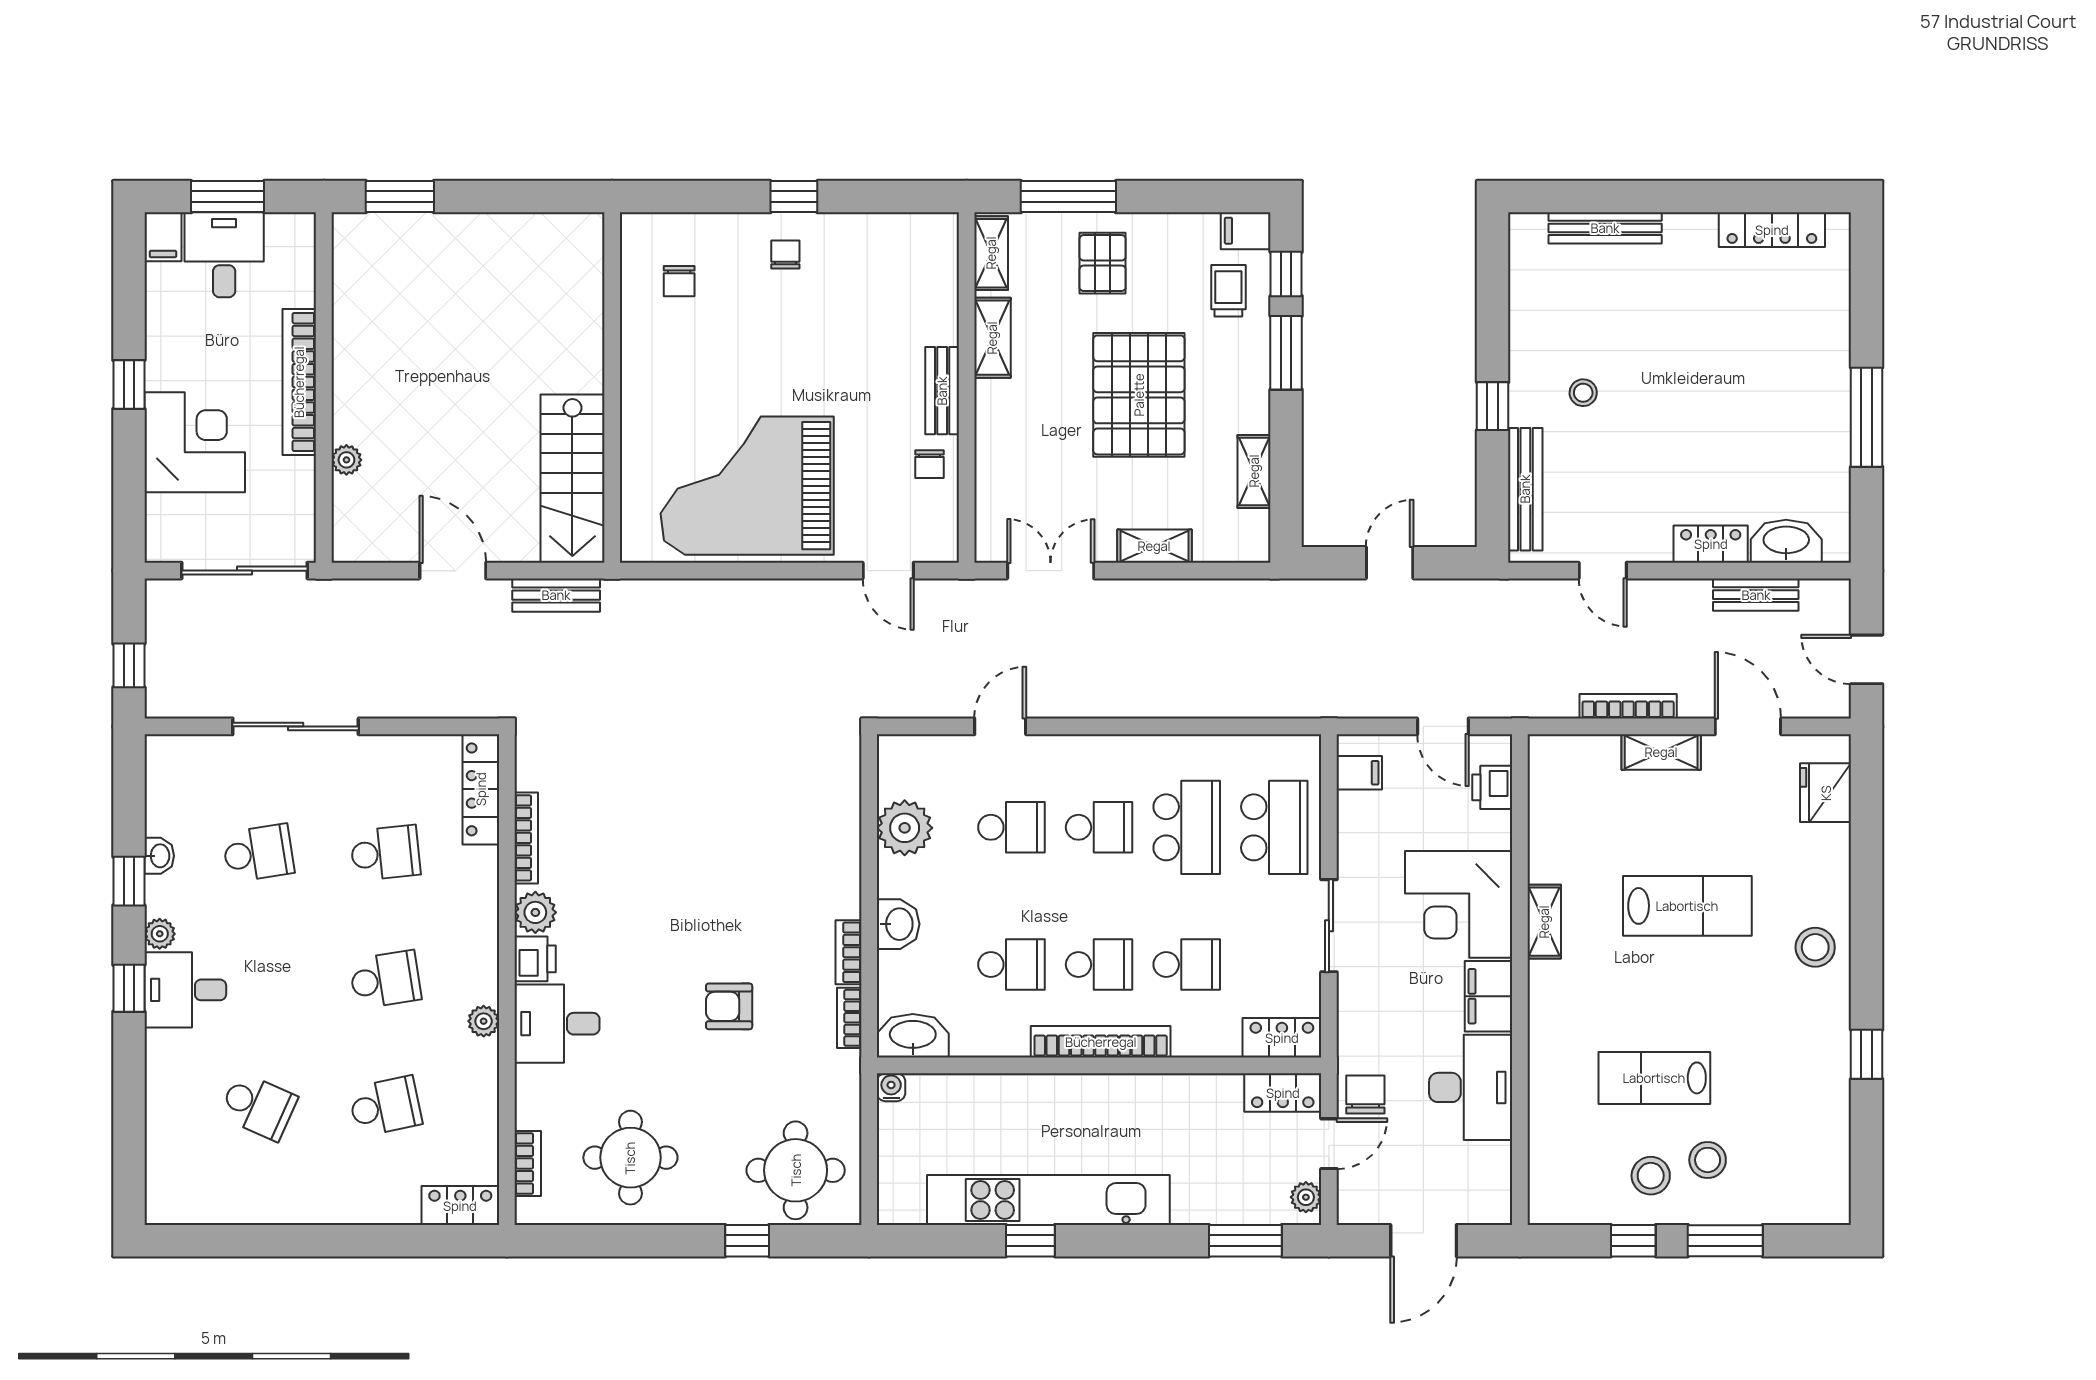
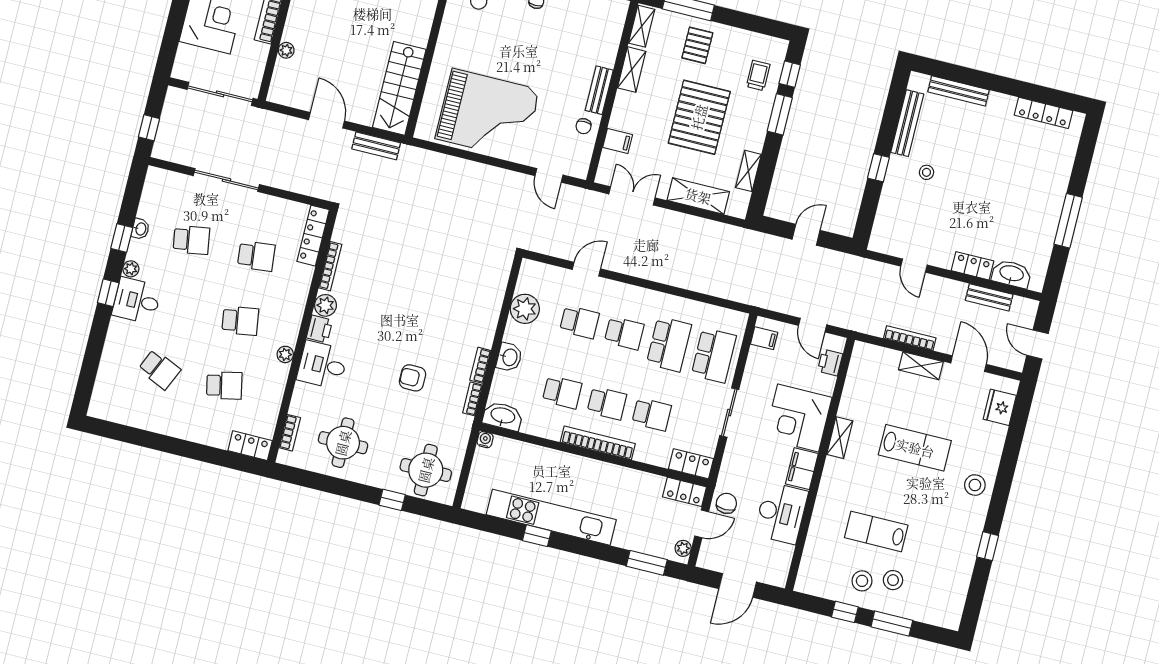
filing cabinet: (1246, 231) -> (618, 141), moved, turned 180
grand piano: (747, 486) -> (488, 114), turned 180
bench: (1525, 489) -> (907, 123), moved
shelving: (1154, 546) -> (698, 196), width x1.50, depth x1.33

